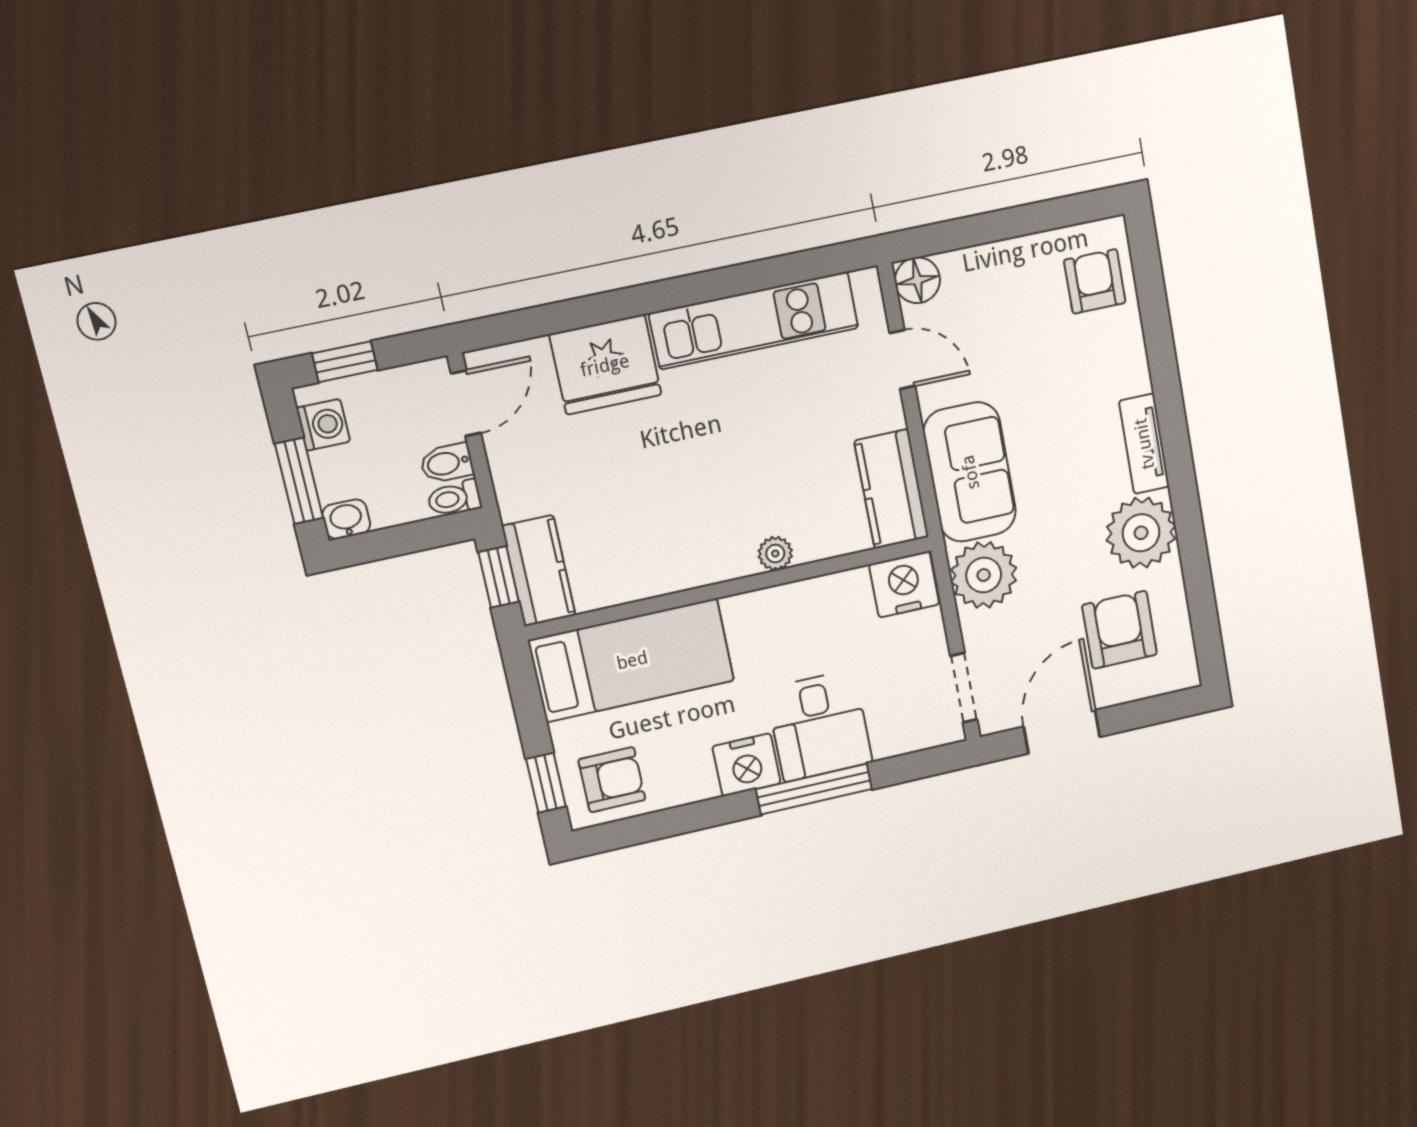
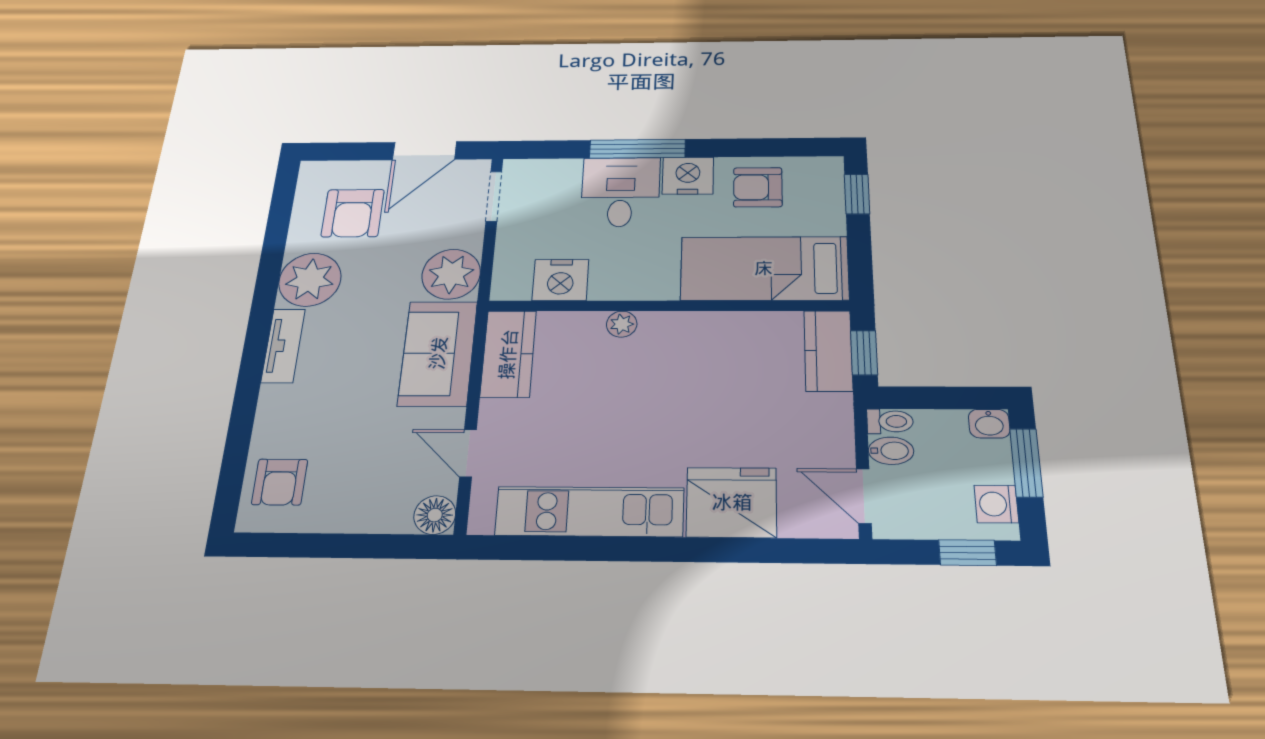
door: (466, 403) -> (864, 496), hinge flipped
nightstand: (904, 584) -> (560, 280), moved
armchair: (612, 780) -> (758, 187), moved

